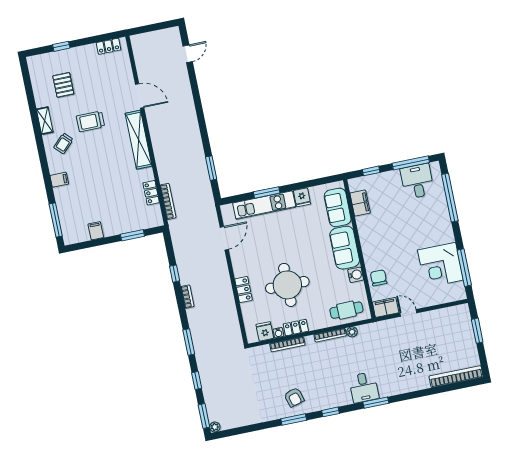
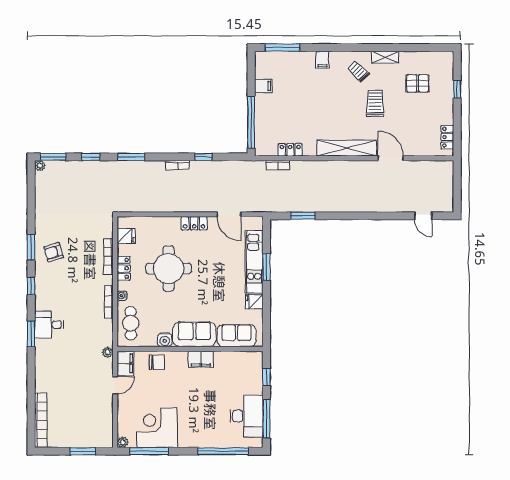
door: (140, 96) -> (391, 158), swing flipped
desk: (417, 181) -> (247, 416), width x1.37
bookcase: (168, 201) -> (278, 165), width x0.64
filing cabinet: (360, 203) -> (201, 359), moved
window: (132, 235) -> (251, 122), width x2.11
locker: (243, 290) -> (194, 223), moved
plant: (461, 295) -> (123, 442), added
plant: (352, 332) -> (108, 352), moved
water cooler: (278, 333) -> (122, 296), moved

